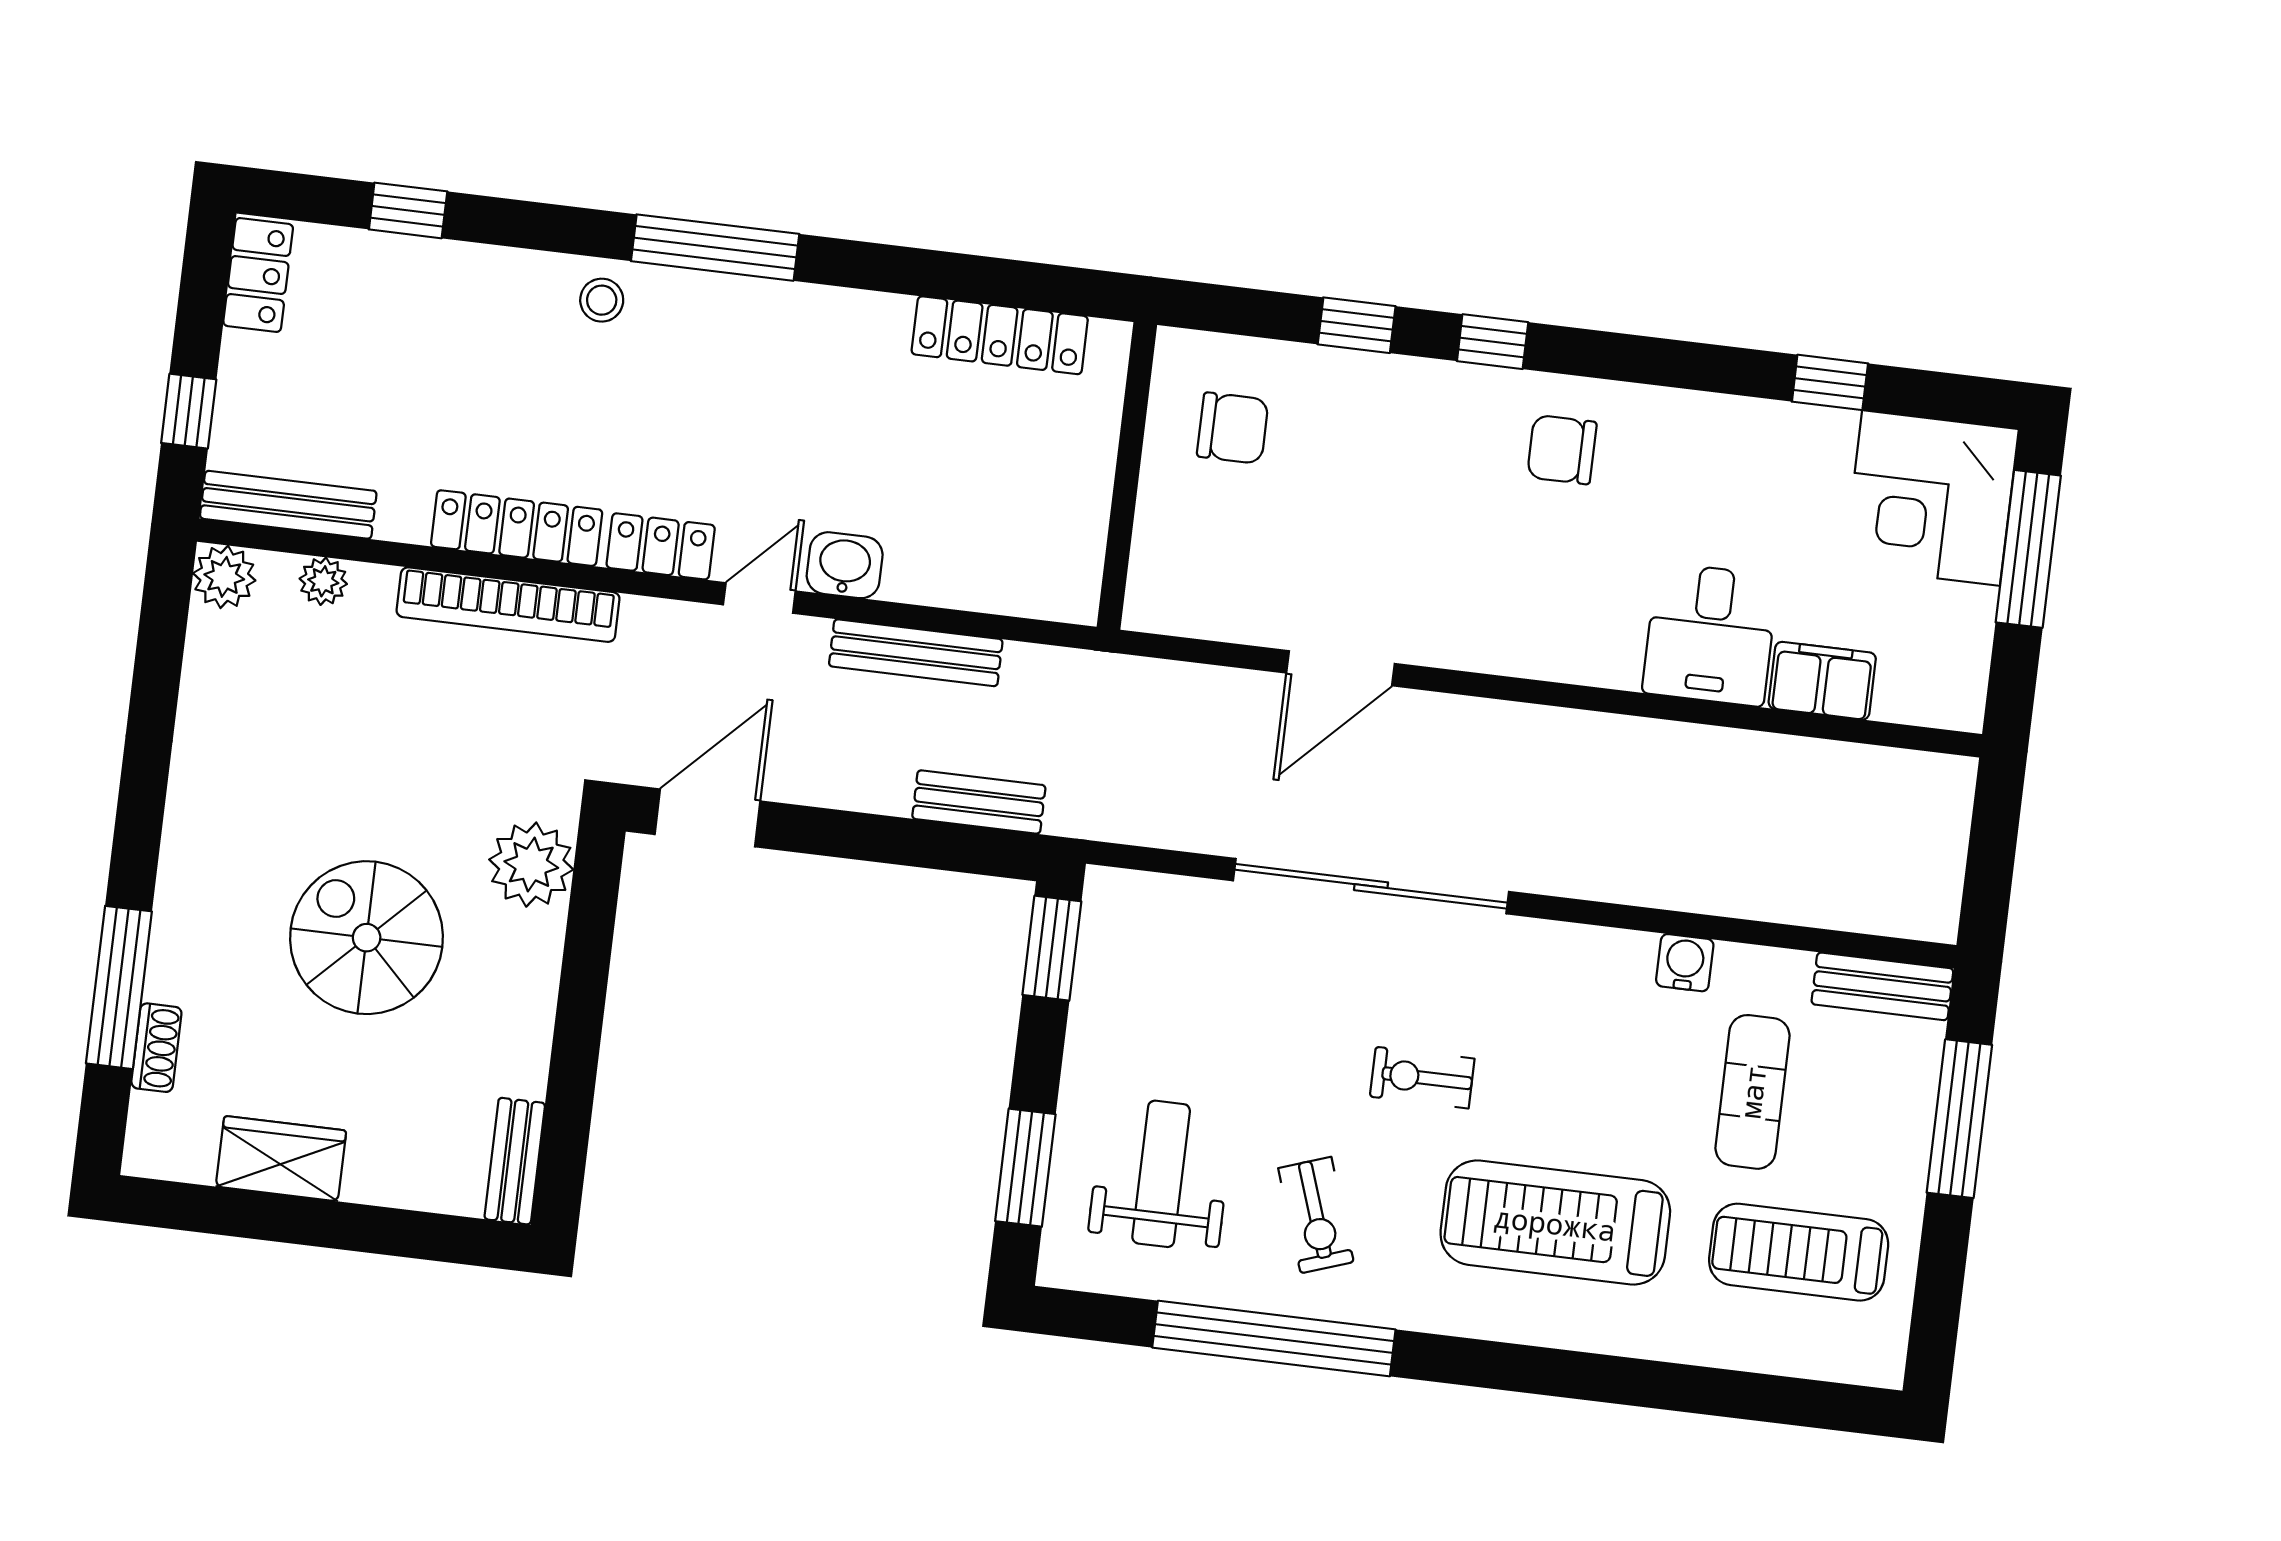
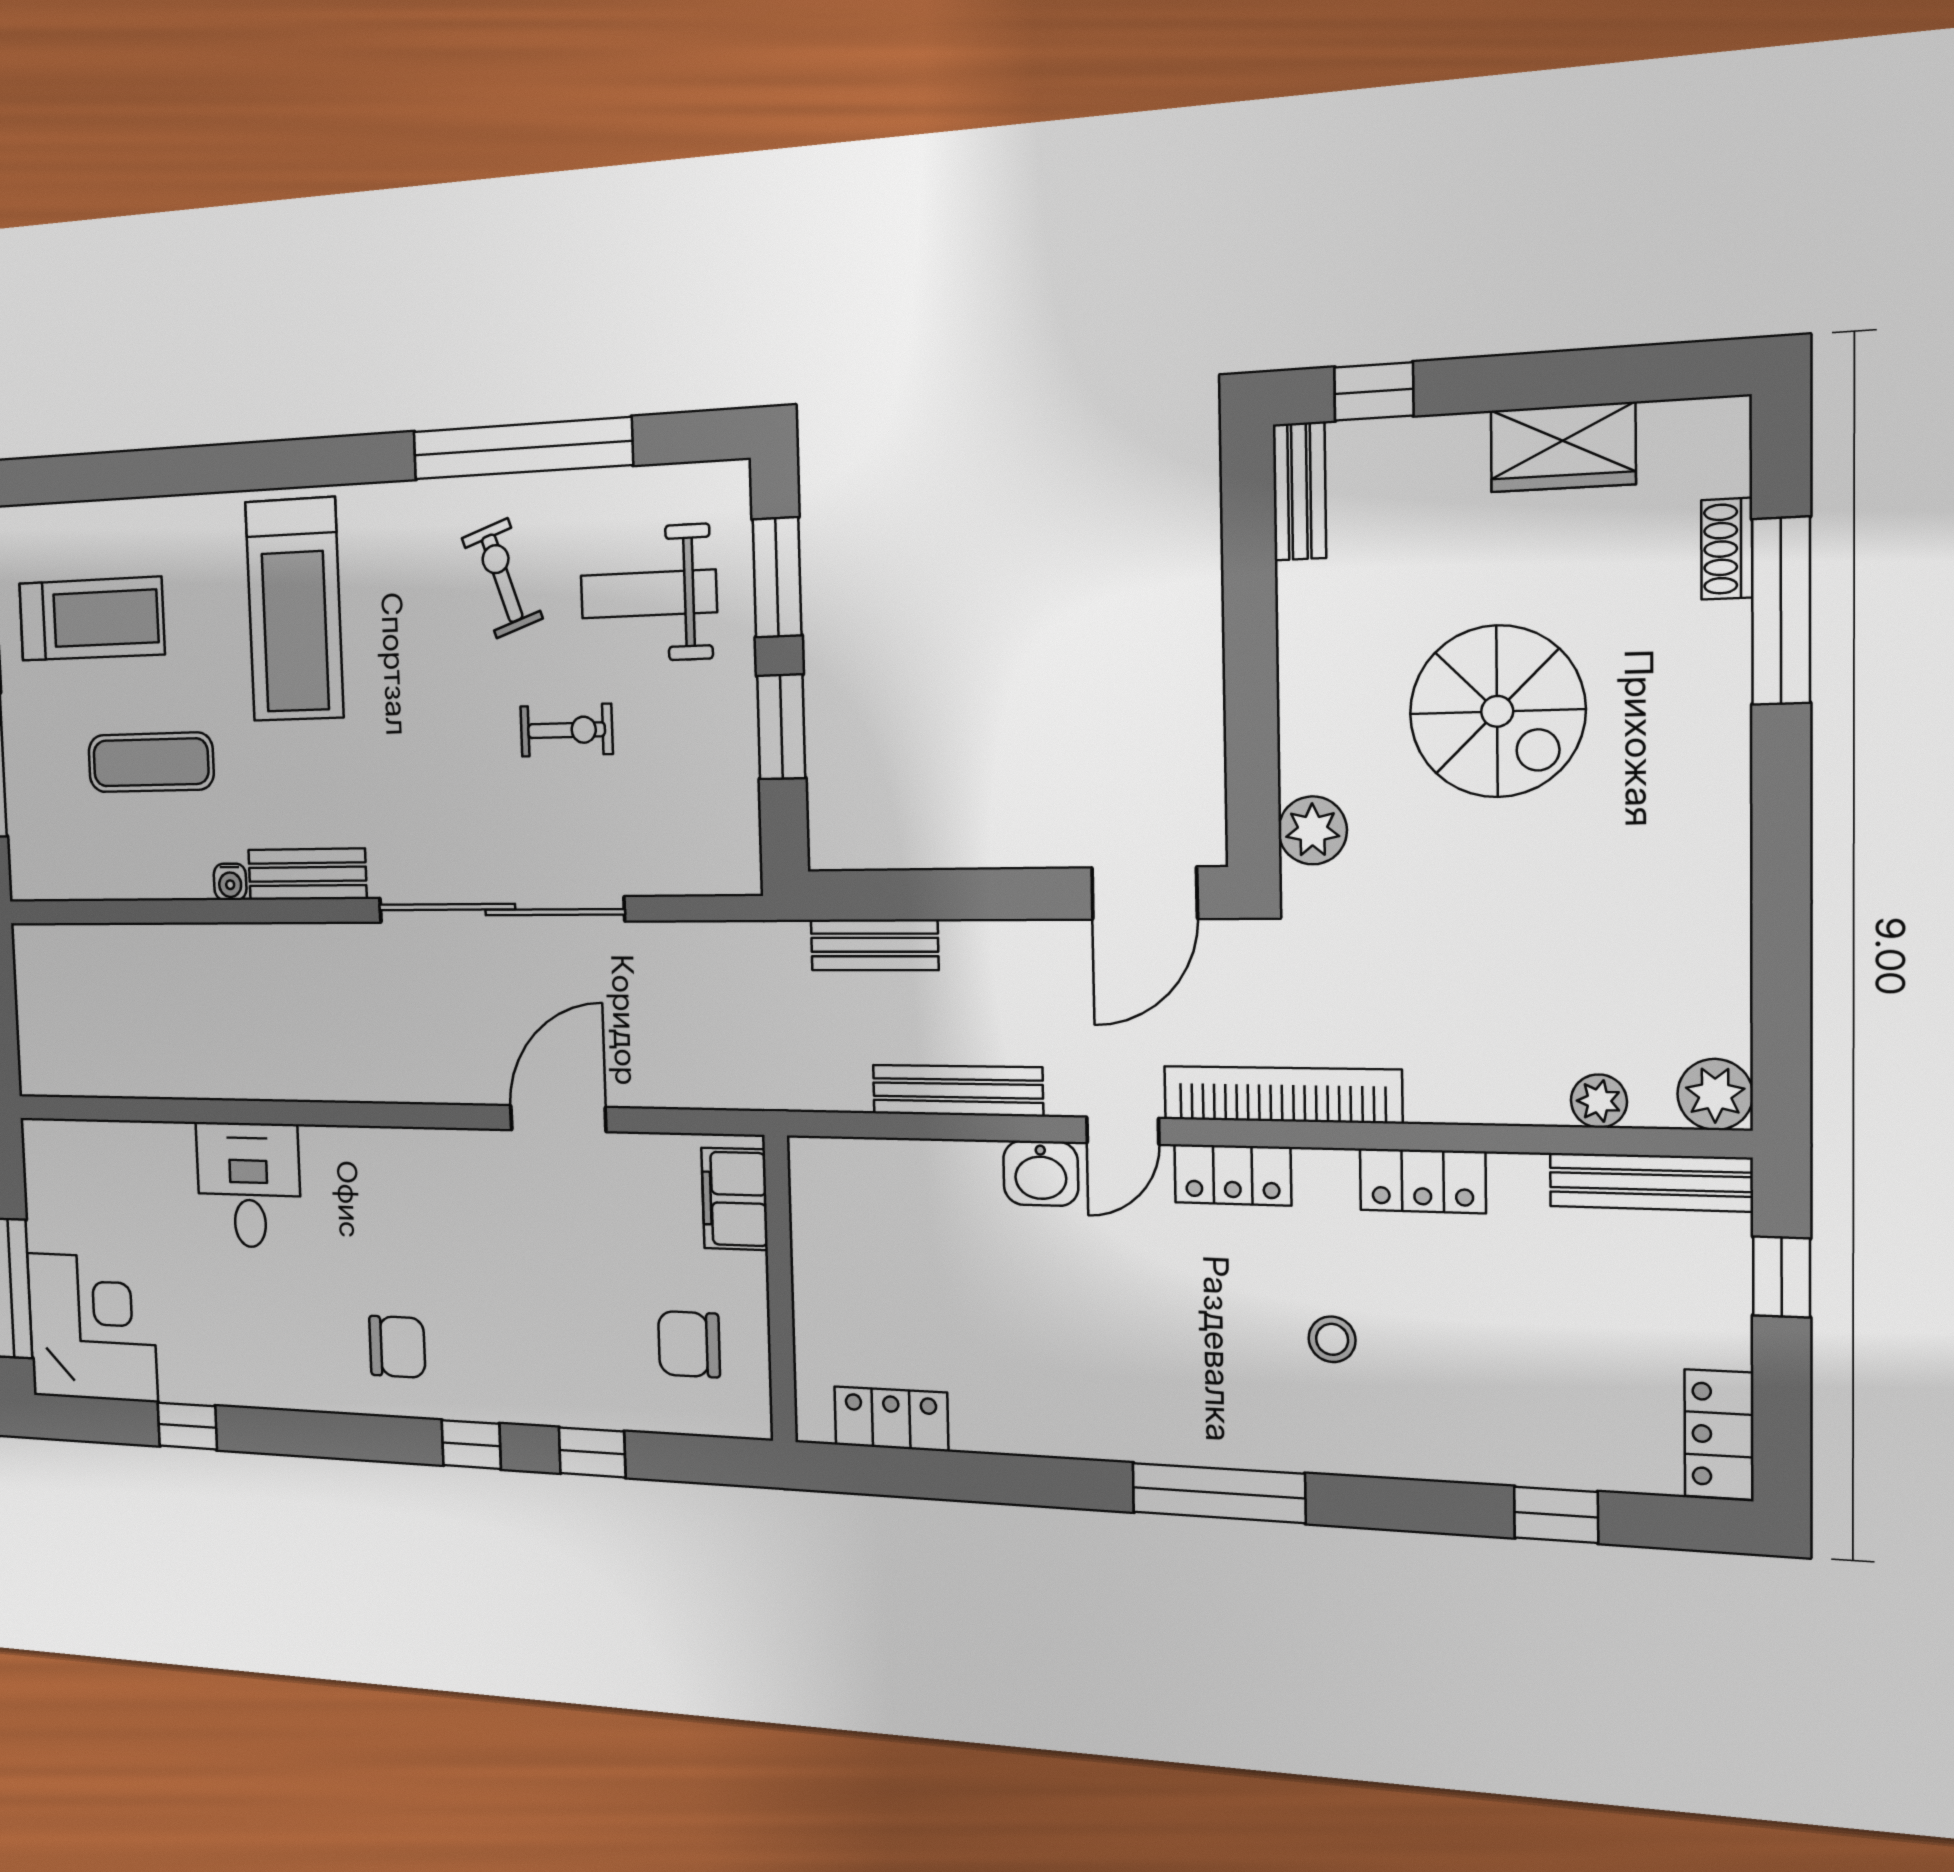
stool: (602, 300) -> (1332, 1339), moved
locker: (1000, 335) -> (891, 1419), width x0.66
locker: (517, 528) -> (1423, 1181), width x0.66
bookcase: (508, 605) -> (1282, 1095), moved
filing cabinet: (1822, 681) -> (735, 1199), moved, turned 90
plant: (531, 865) -> (1313, 830), width x0.73, depth x0.73
window: (1052, 948) -> (781, 727), moved
water cooler: (1685, 963) -> (230, 882), width x0.72, depth x0.72
bench: (1882, 986) -> (307, 874), moved
exercise bike: (1422, 1078) -> (566, 730), moved
exercise mat: (1752, 1092) -> (151, 762), turned 90
weight bench: (1161, 1174) -> (649, 594), turned 90
treadmill: (1555, 1223) -> (294, 610), turned 90
window: (437, 1237) -> (1374, 391), added

